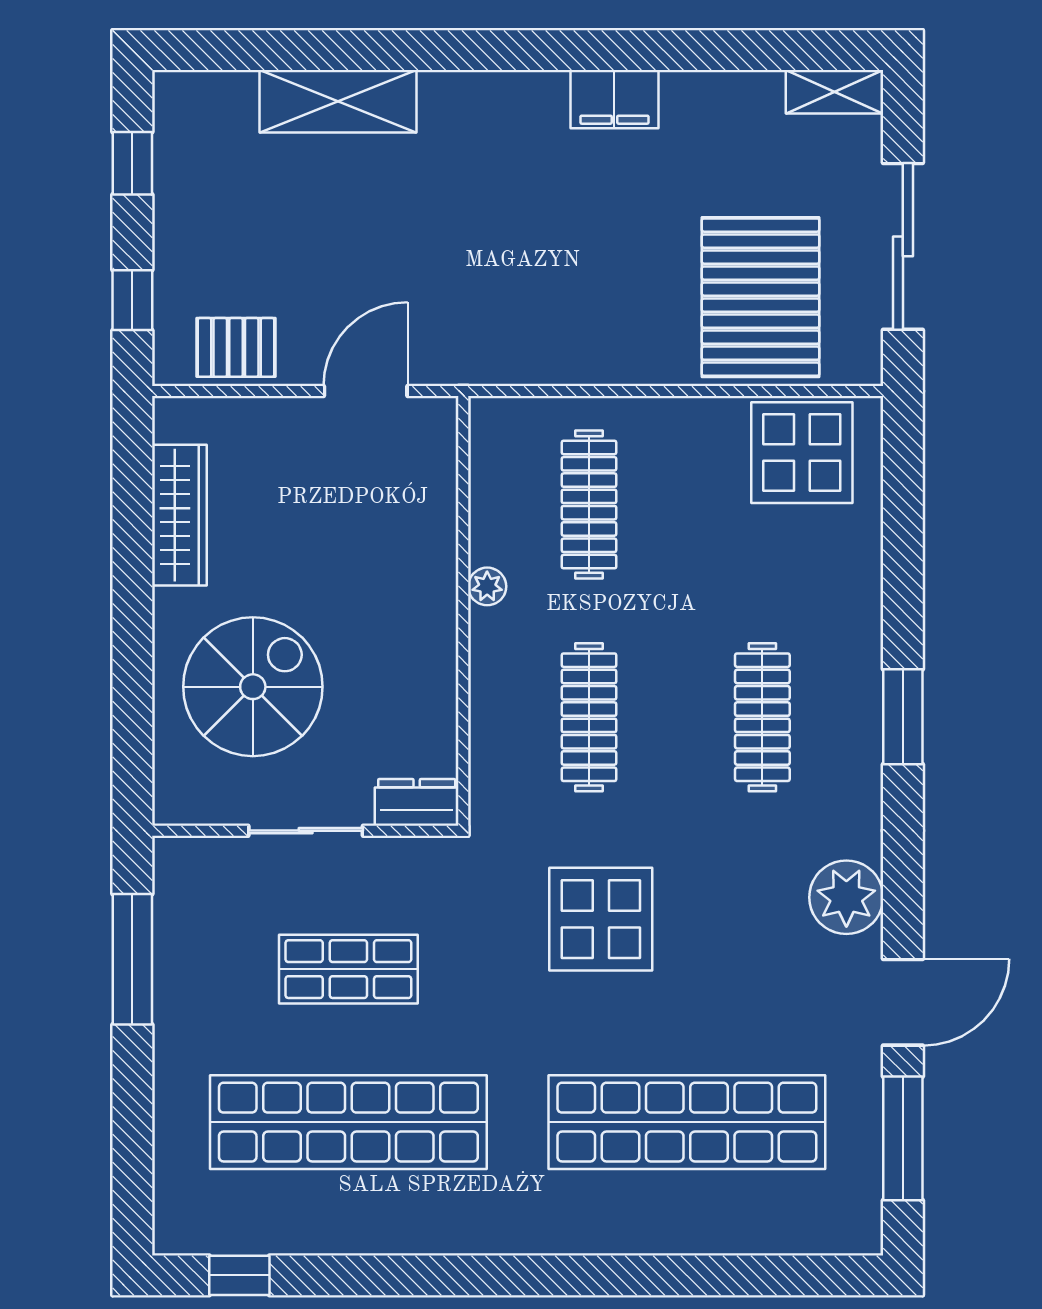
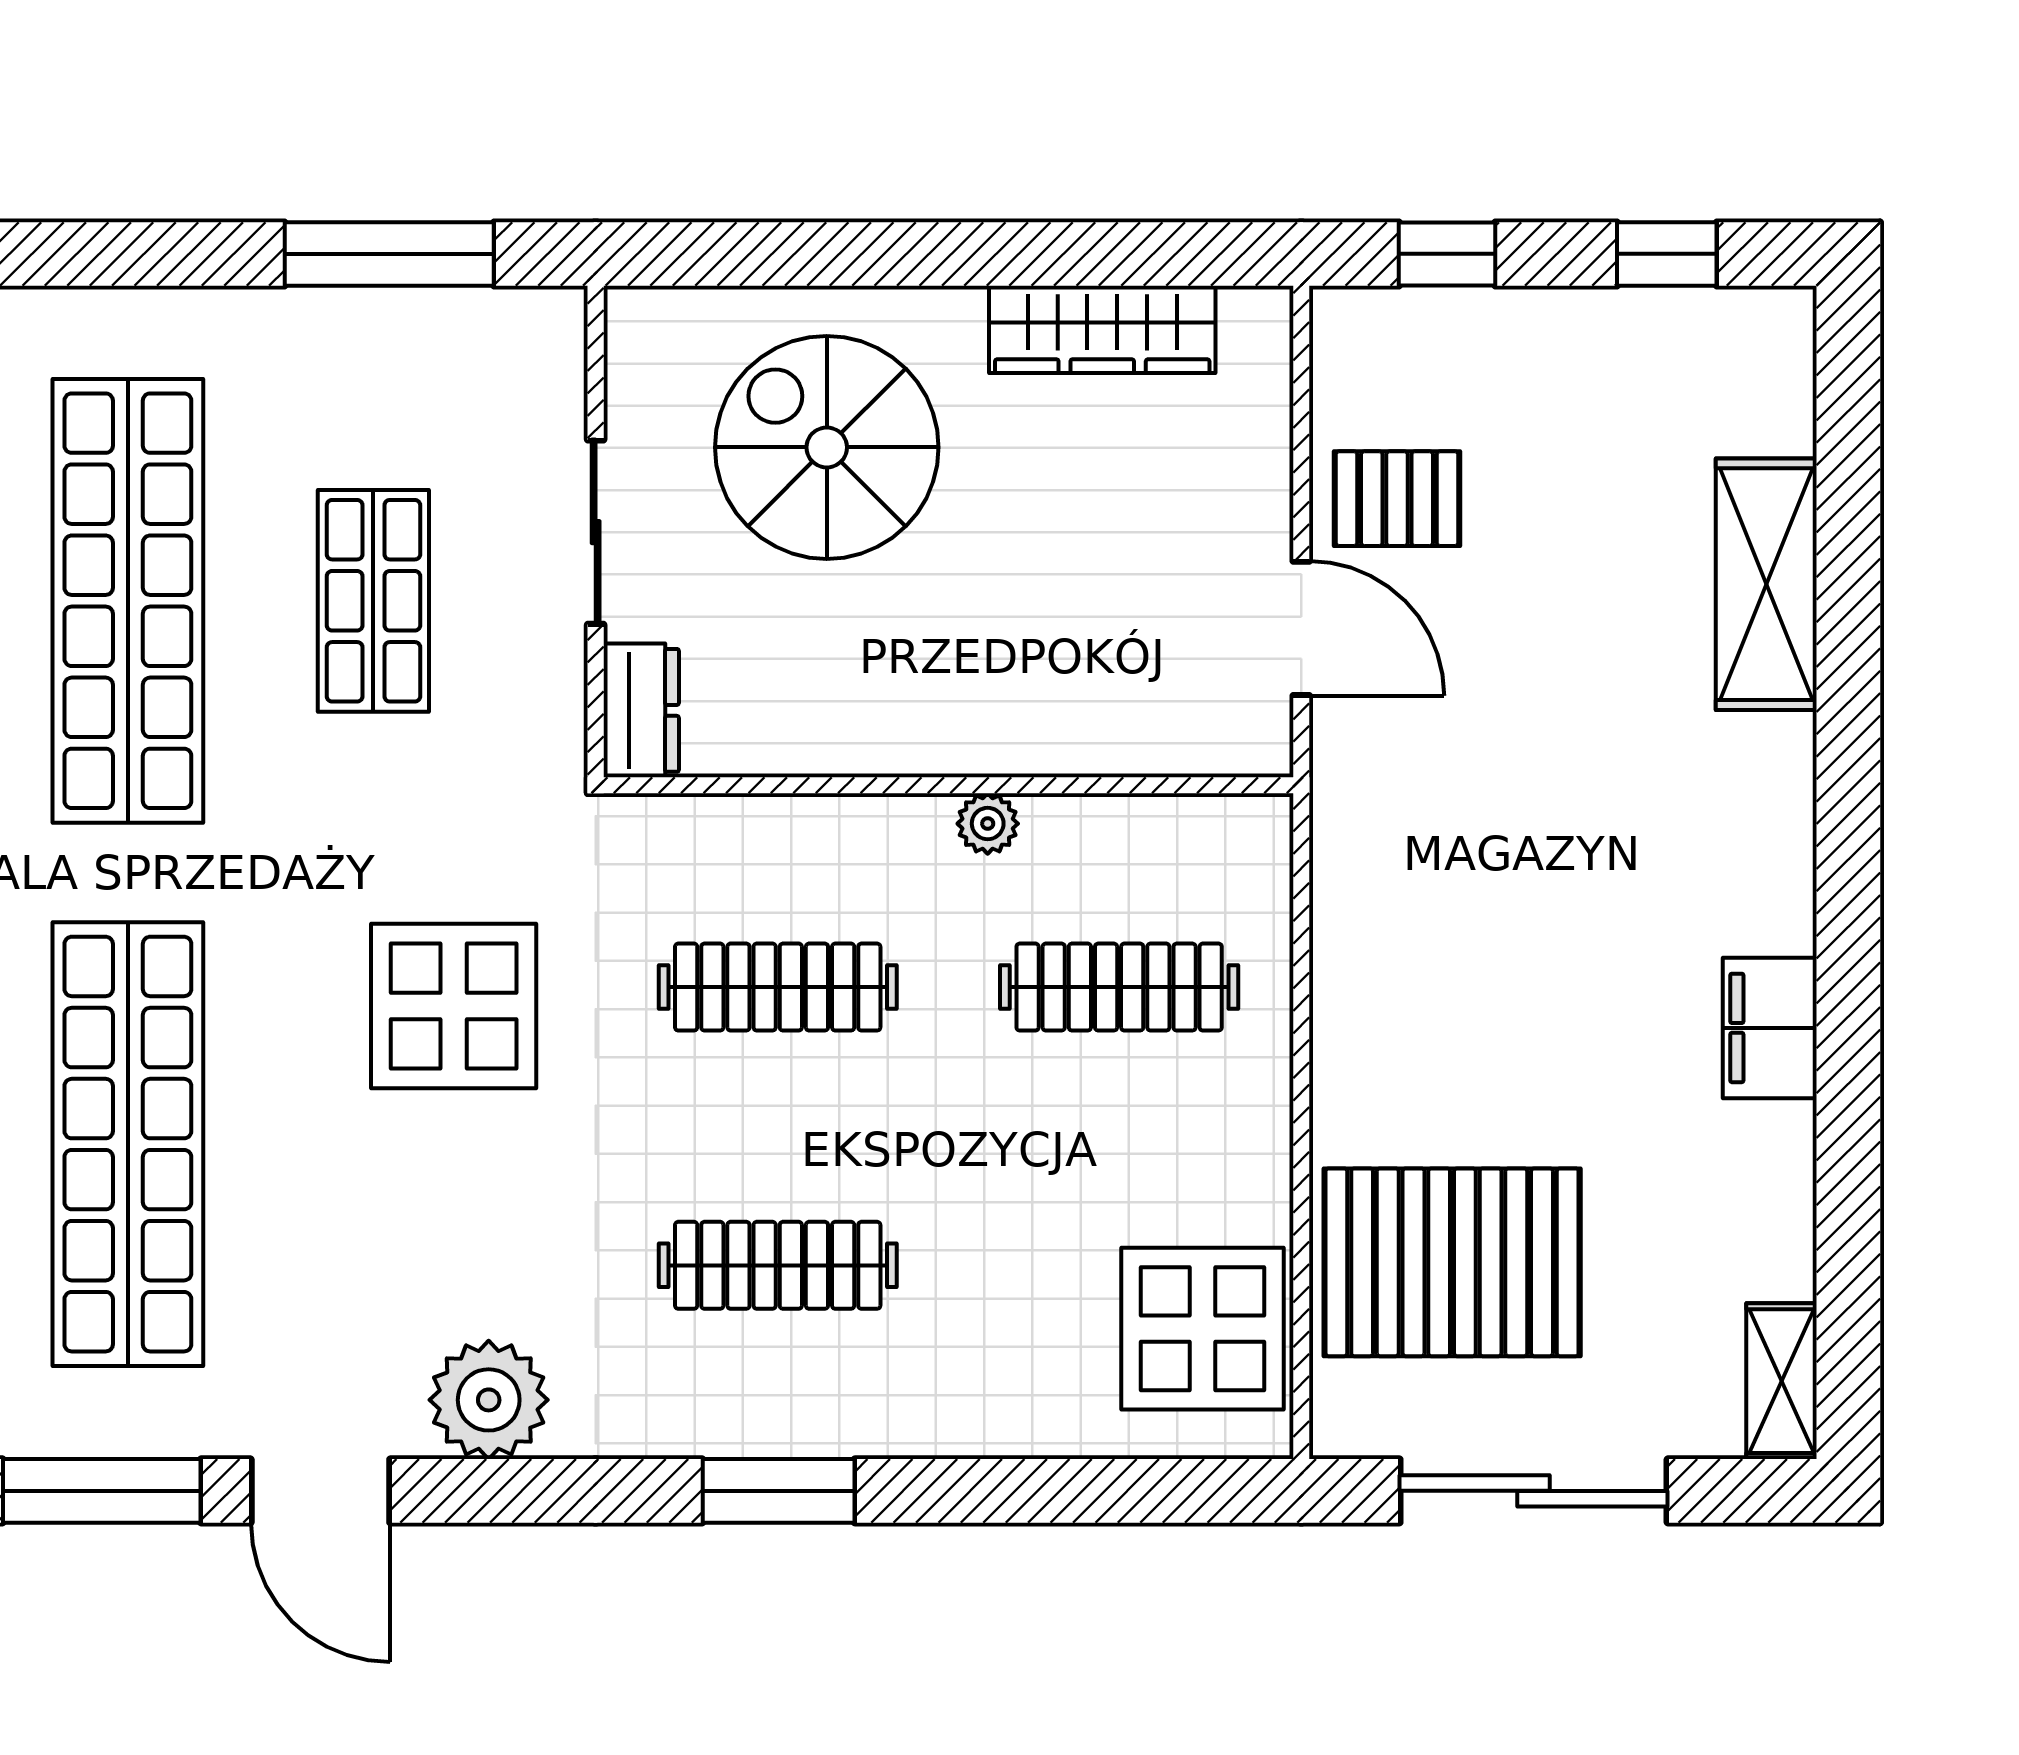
pallet: (236, 347) -> (1397, 499), moved, turned 90
spiral stairs: (253, 687) -> (827, 447), turned 180

